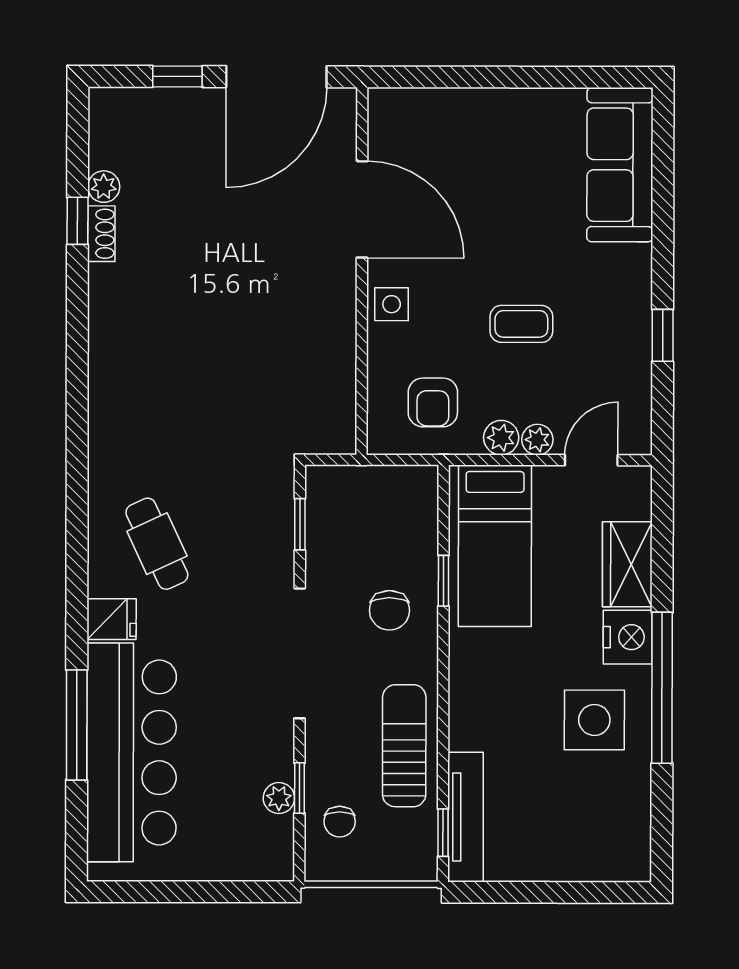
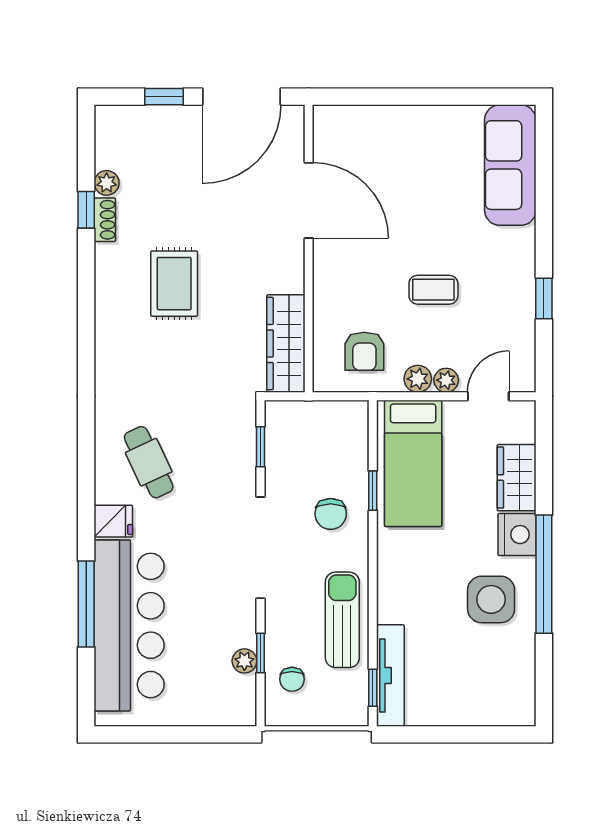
side table: (392, 304) -> (332, 274), removed
rug: (190, 316) -> (174, 284), added
wardrobe: (333, 392) -> (286, 343), added

